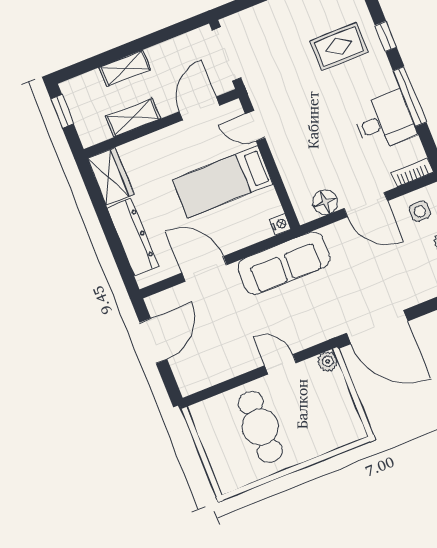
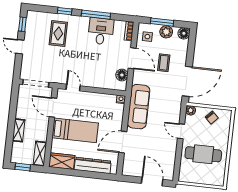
shelving: (133, 118) -> (40, 154), moved
door: (255, 126) -> (73, 88), swing flipped
bed: (223, 182) -> (75, 130), moved, turned -90
door: (366, 205) -> (132, 58), hinge flipped
coffee table: (388, 266) -> (164, 63), added
door: (153, 341) -> (152, 181), moved
door: (280, 364) -> (181, 131), hinge flipped
chair: (335, 407) -> (212, 118), added

